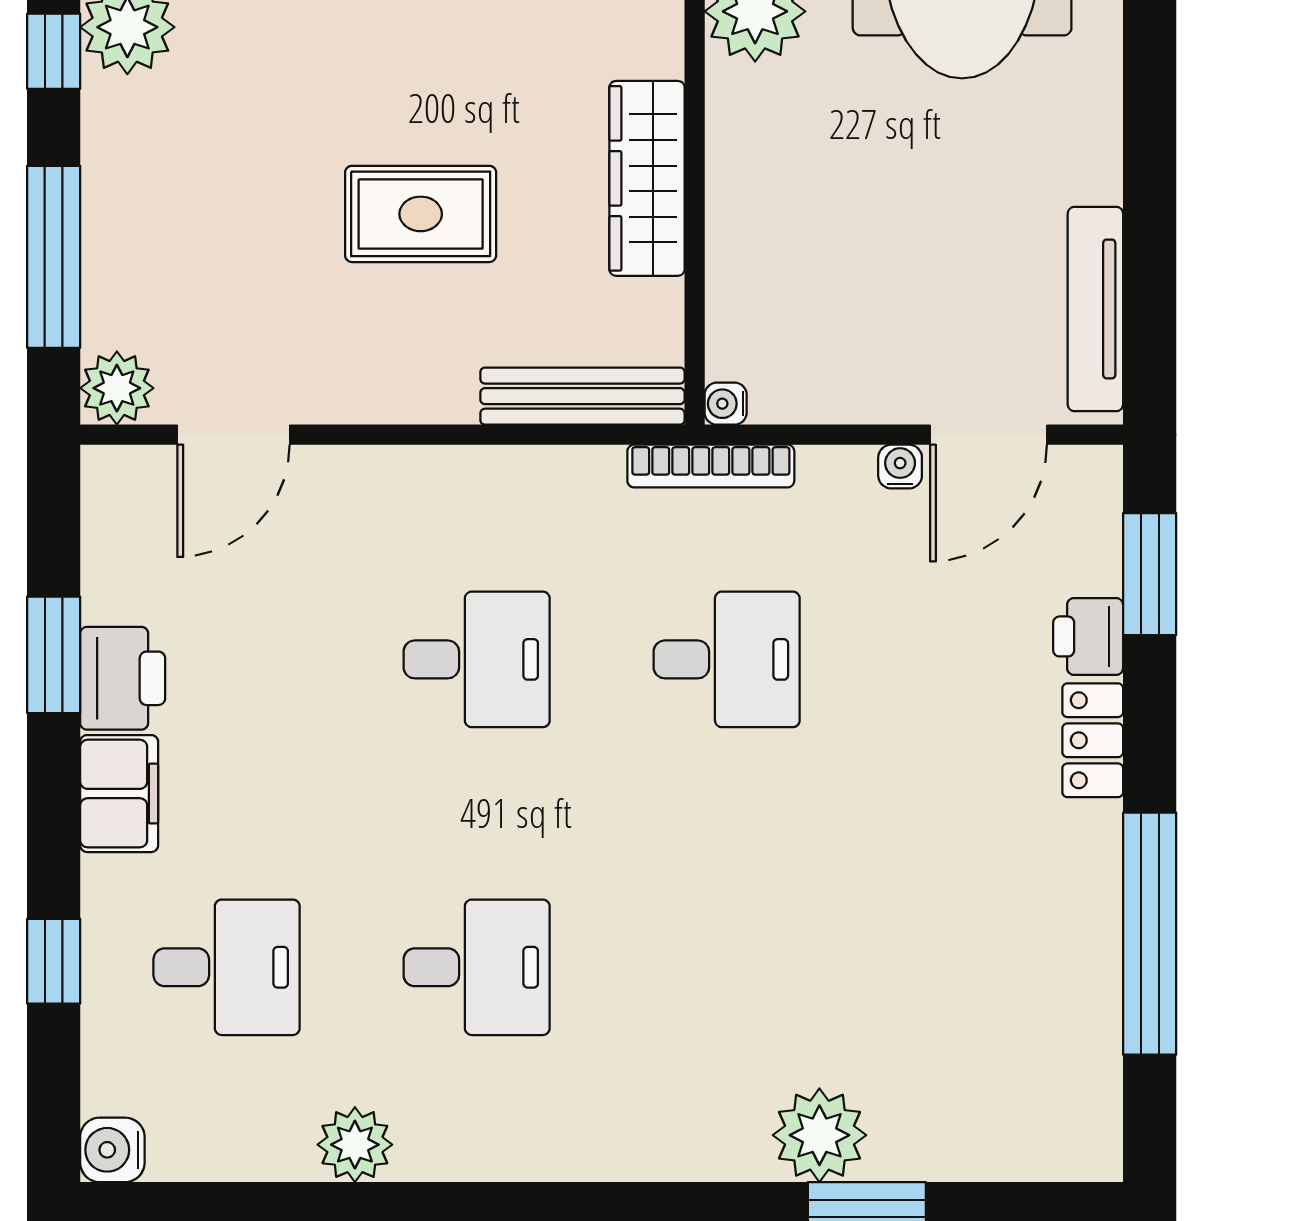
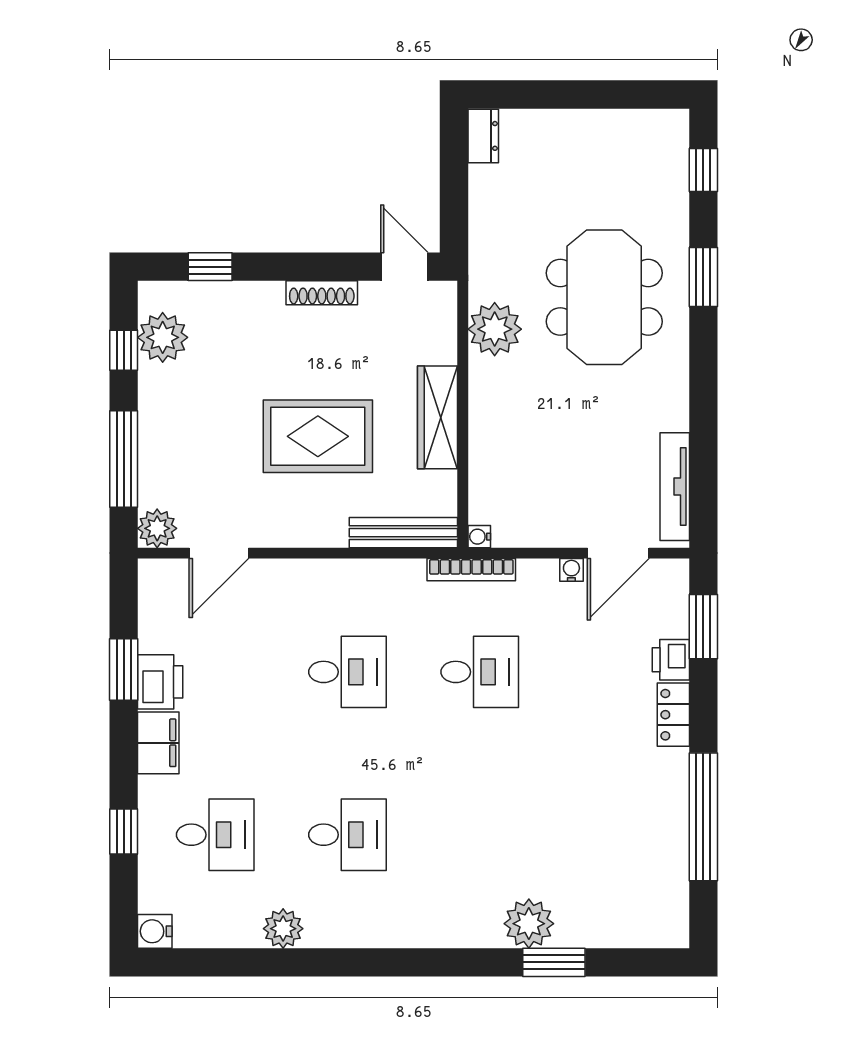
rug: (421, 214) -> (318, 436), width x1.36, depth x1.43

